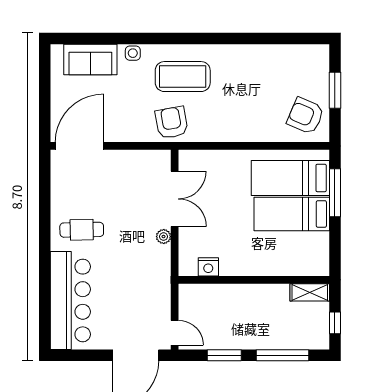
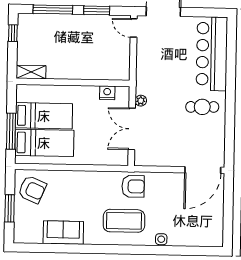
sofa: (90, 60) -> (63, 233), moved
armchair: (172, 123) -> (133, 186), turned -80
nightstand: (208, 267) -> (107, 93), moved
wall: (254, 280) -> (73, 82), moved
shelving: (310, 292) -> (31, 72), moved

